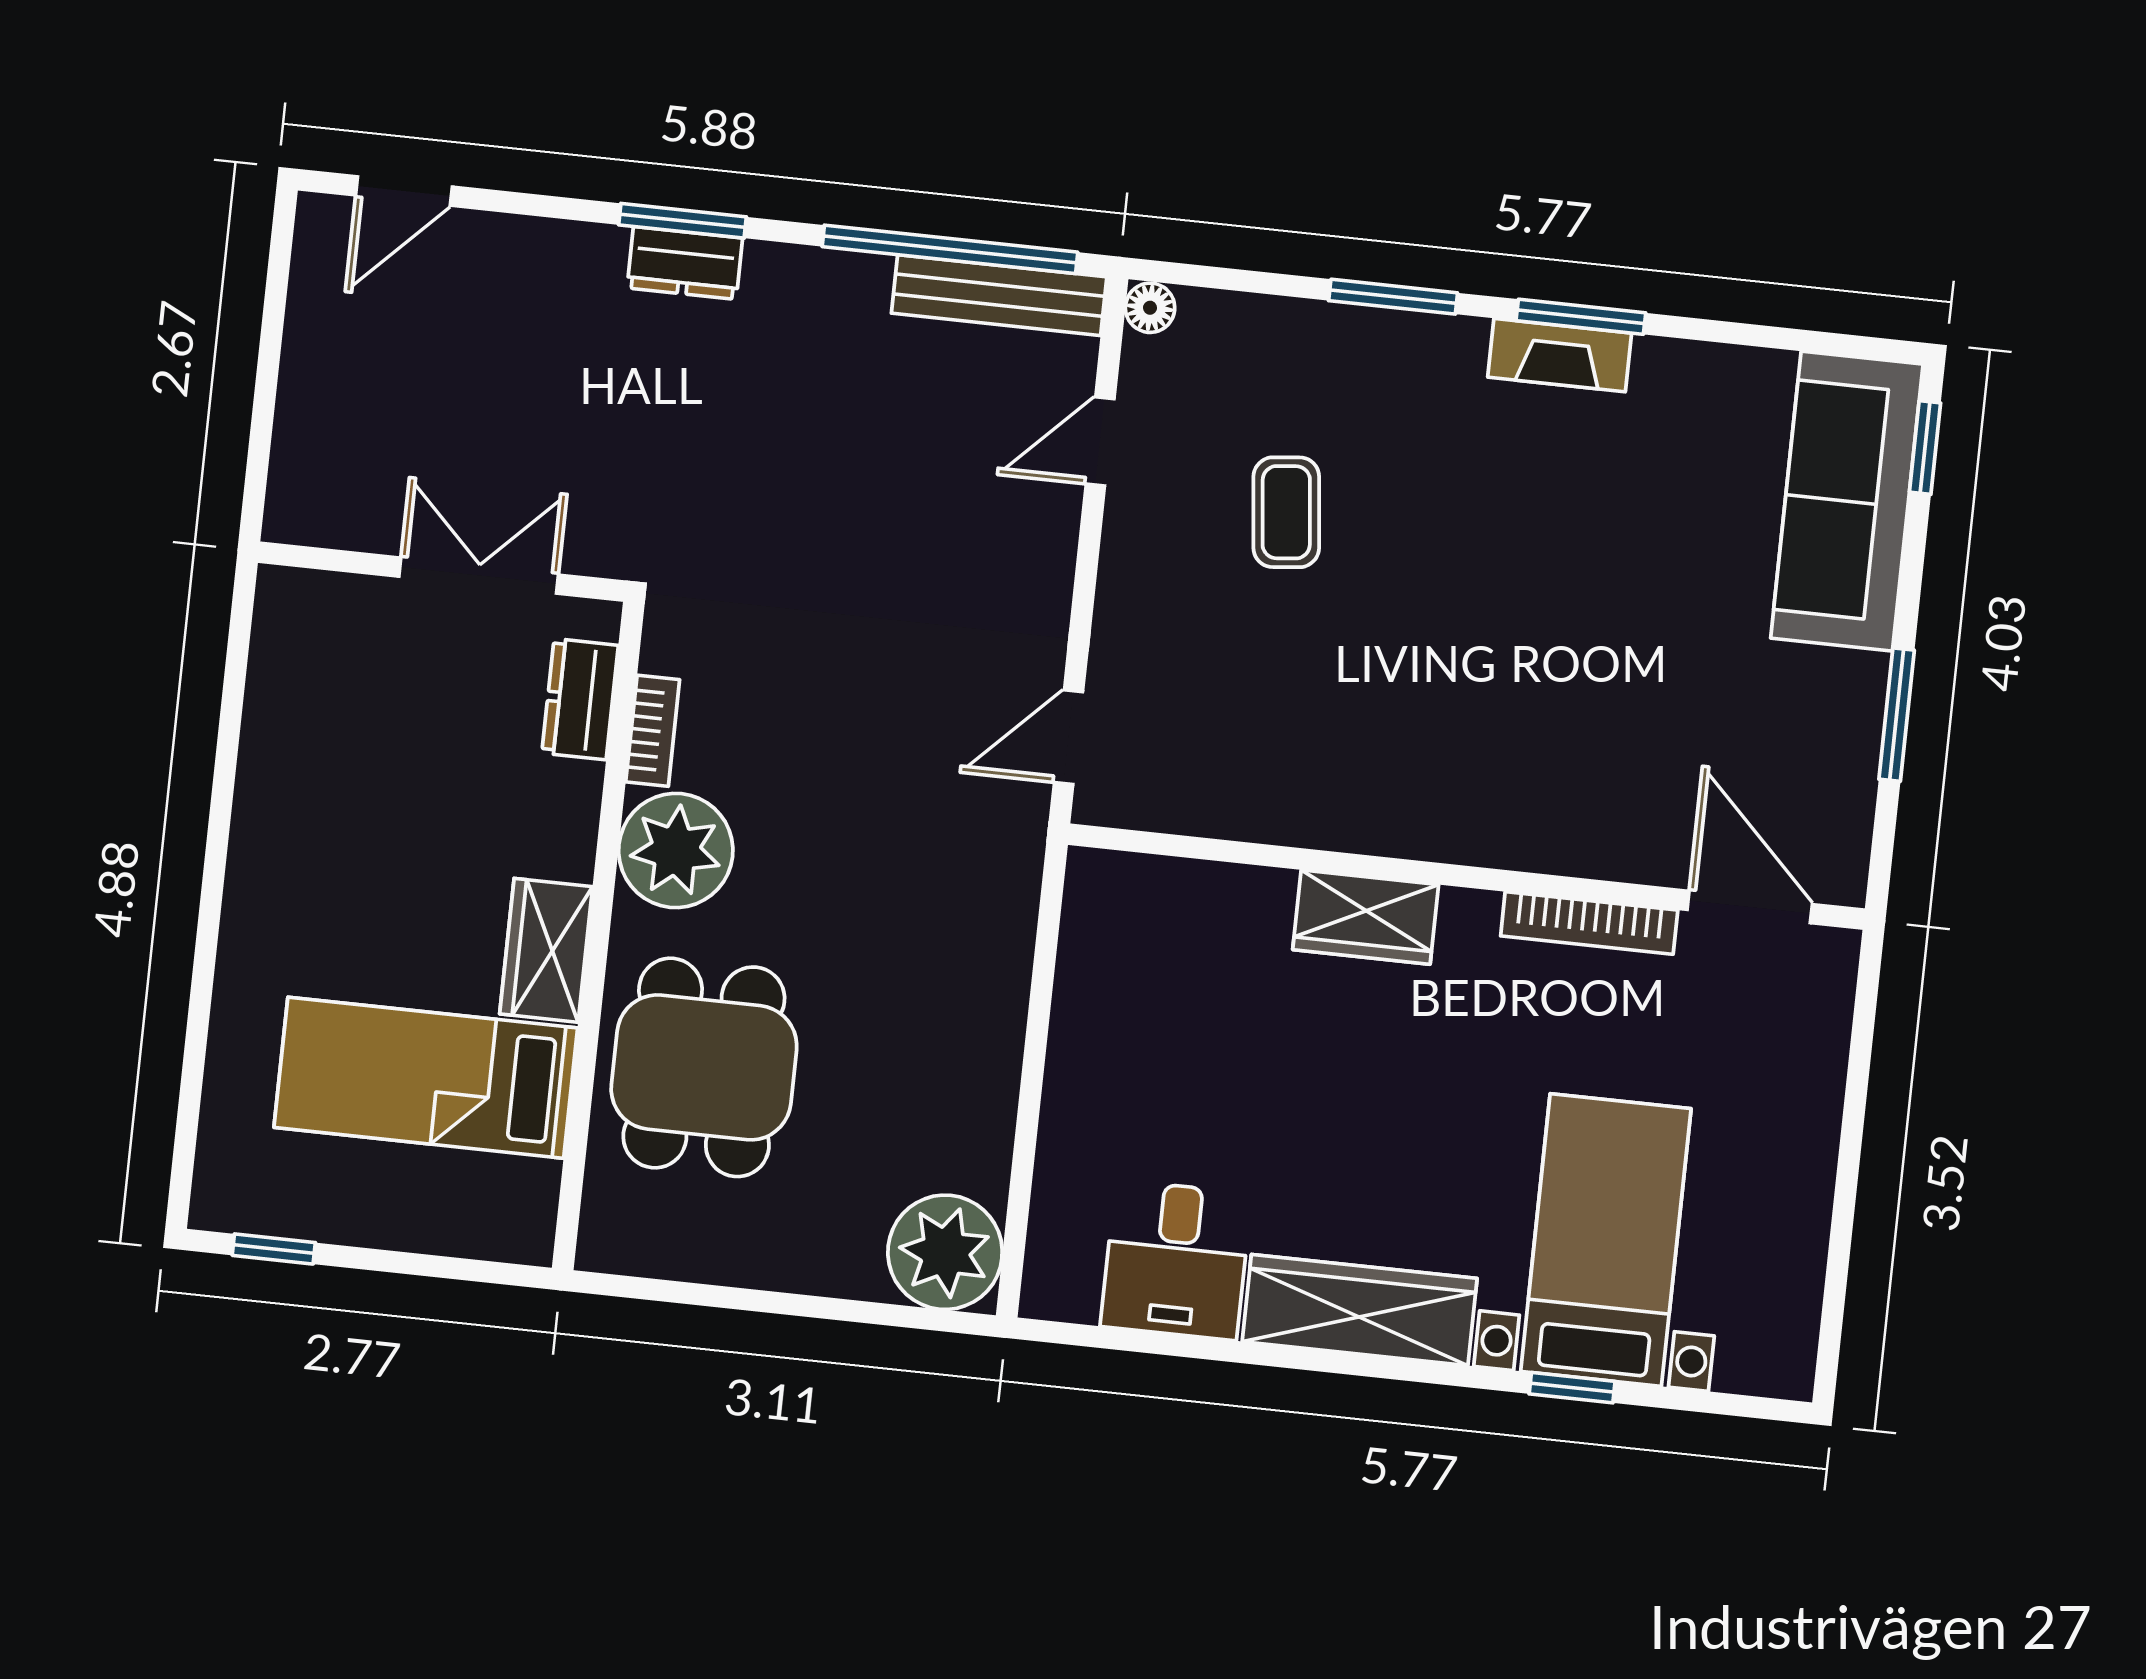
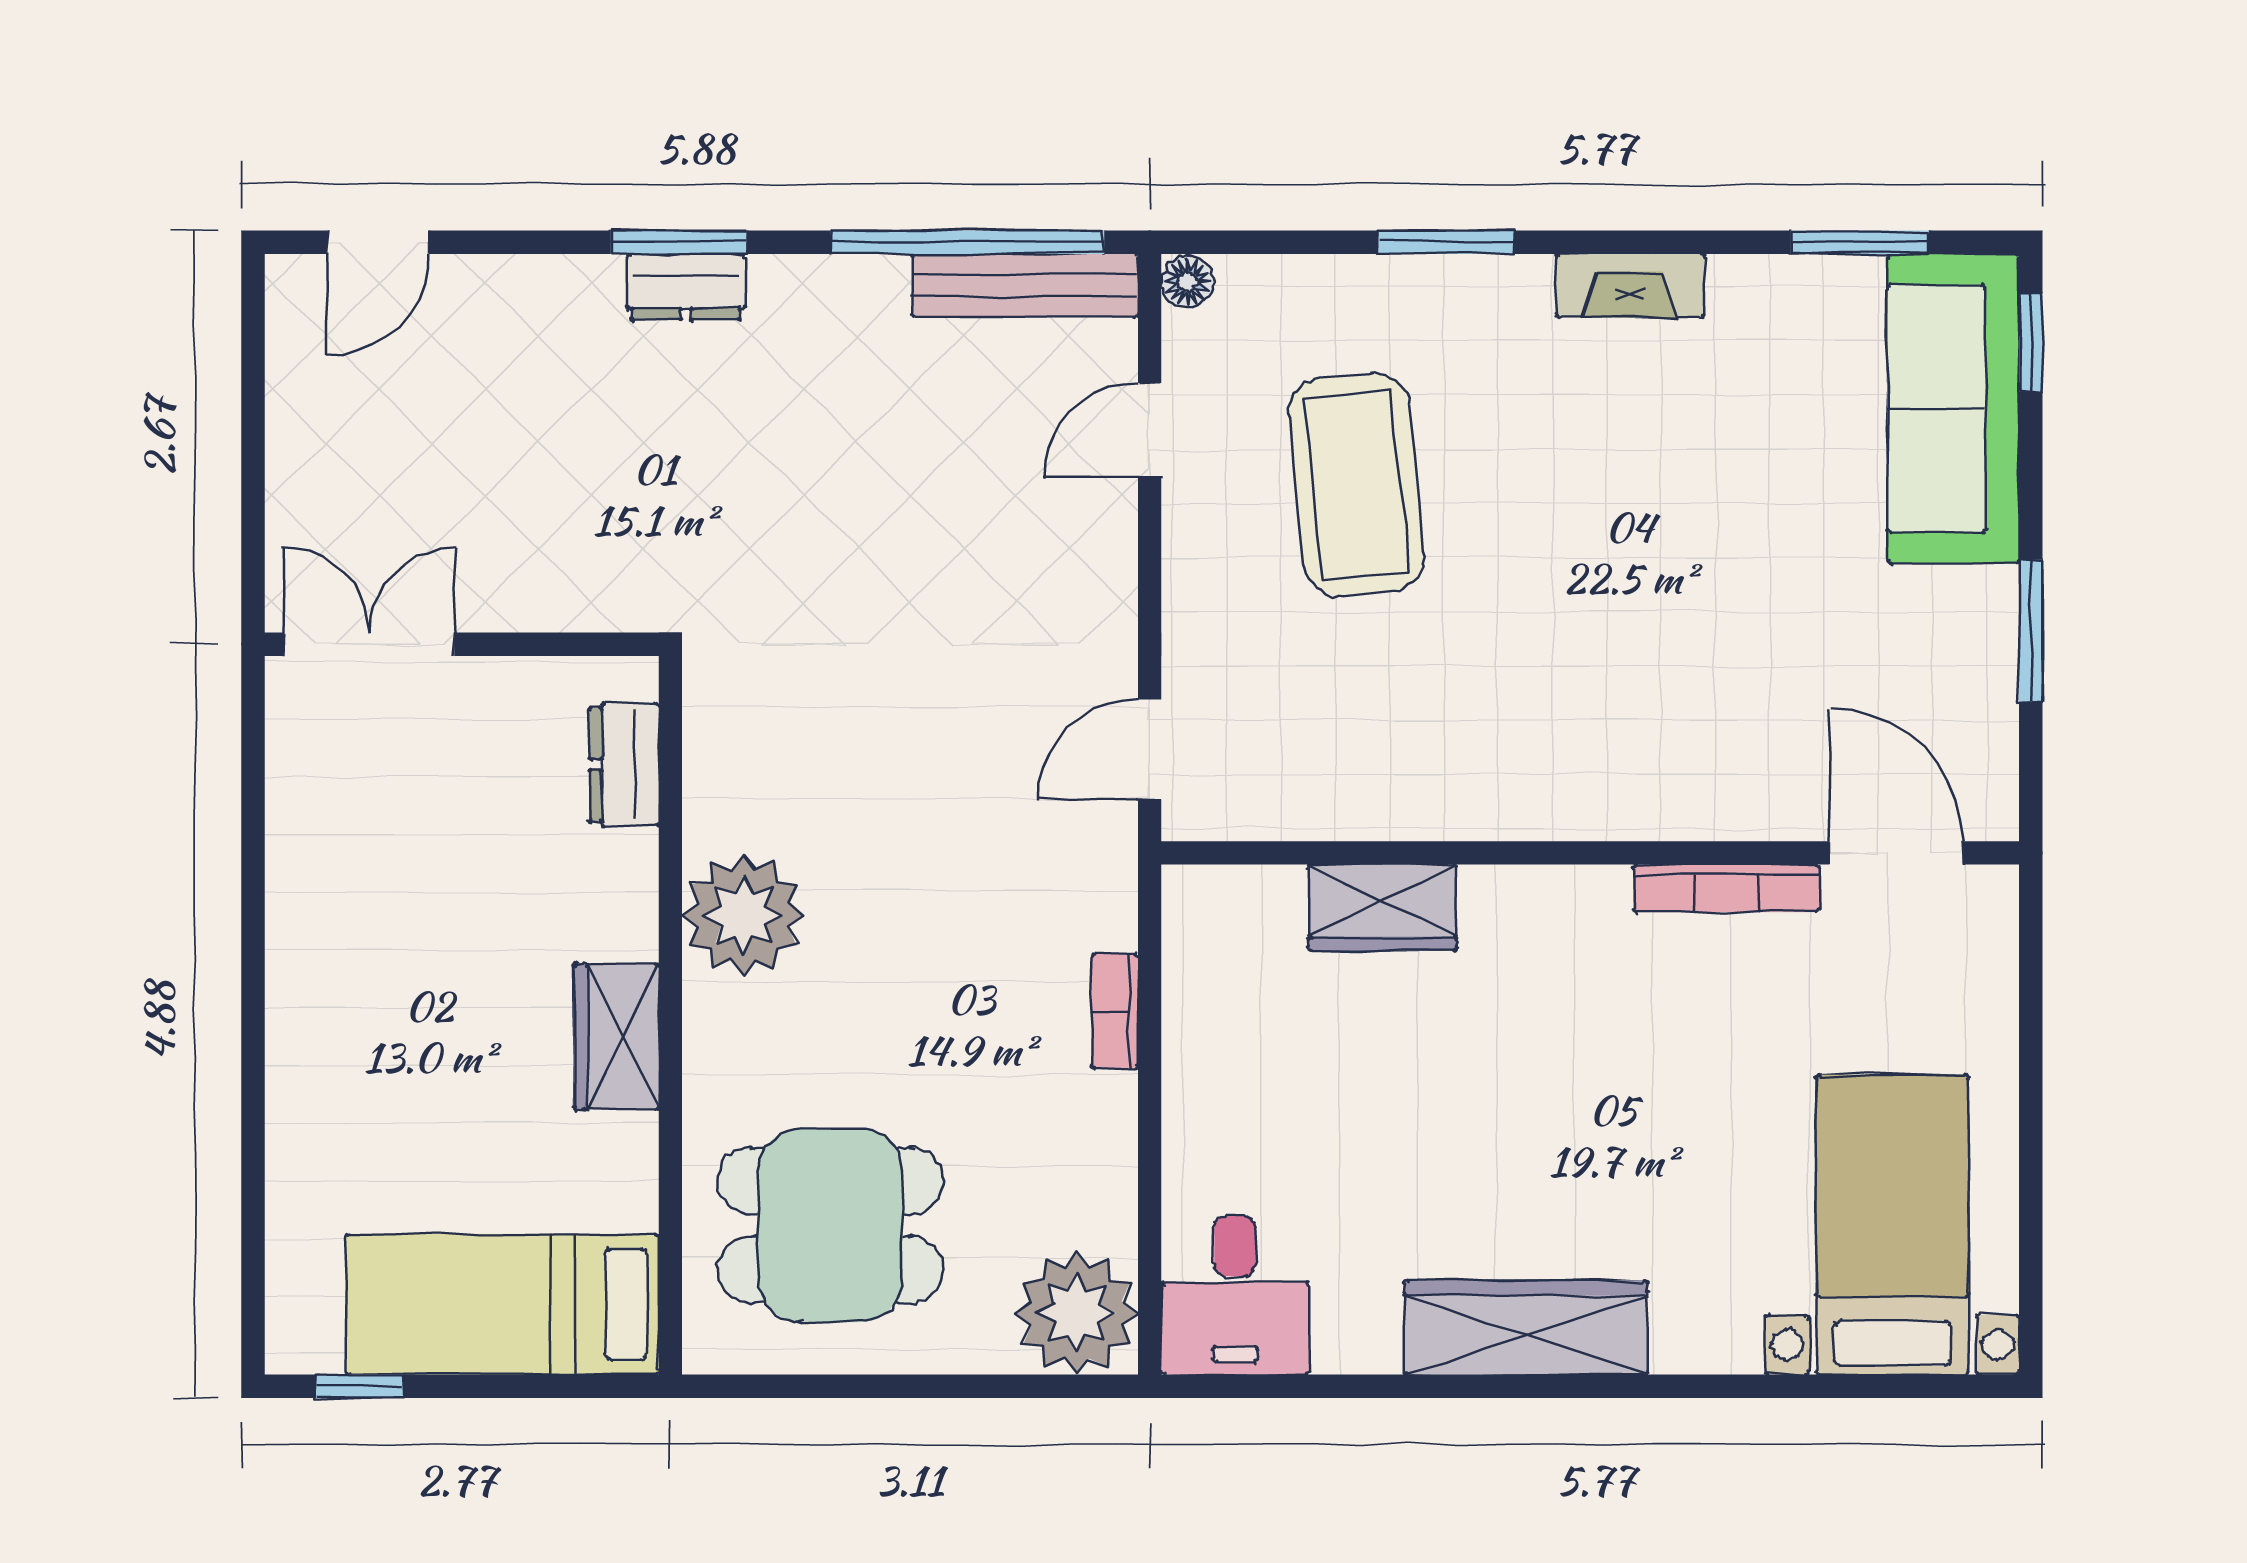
window: (1581, 317) -> (1860, 242), moved
coffee table: (1286, 512) -> (1356, 484), width x1.86, depth x1.72
double door: (479, 576) -> (369, 644), moved
bookcase: (653, 731) -> (1115, 1011), moved, turned 180
wardrobe: (1366, 917) -> (1383, 907), moved
dining table: (704, 1067) -> (830, 1225), moved, turned 90
bed: (426, 1078) -> (502, 1304), moved
bed with nightstands: (1606, 1240) -> (1893, 1225), moved
desk: (1176, 1260) -> (1235, 1295), moved
window: (1572, 1388) -> (1761, 1386), removed

